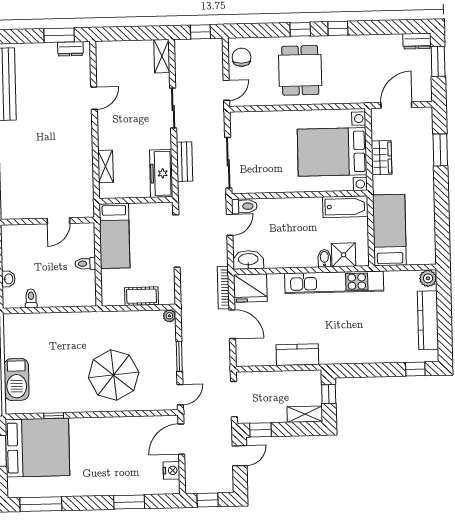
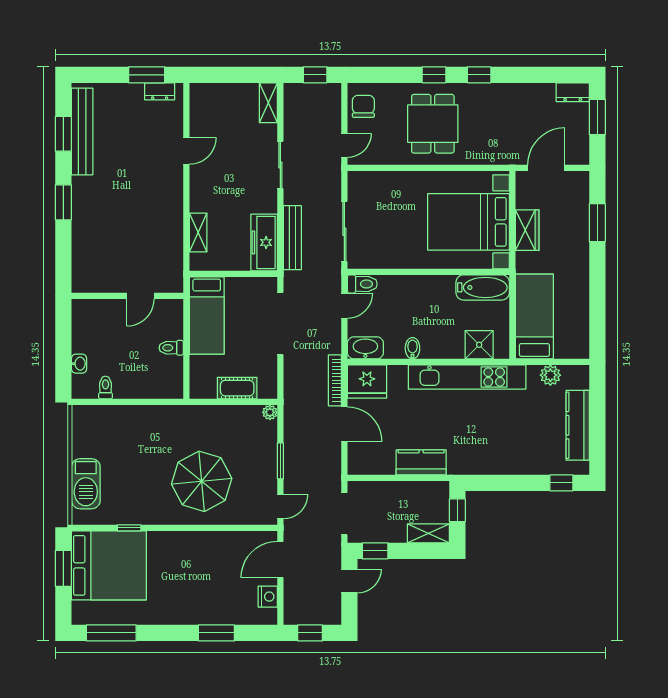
bench: (185, 162) -> (292, 238), width x1.36
bidet: (324, 258) -> (412, 348), moved
plant: (428, 278) -> (550, 375), moved

